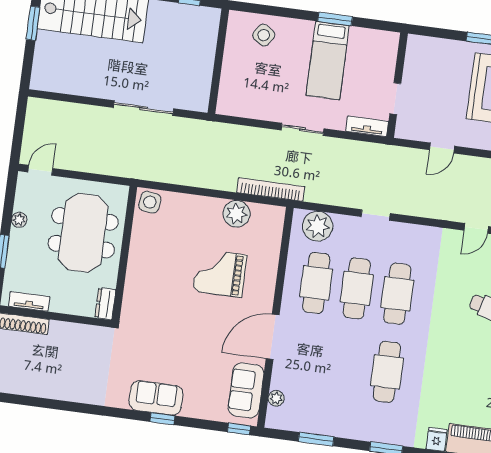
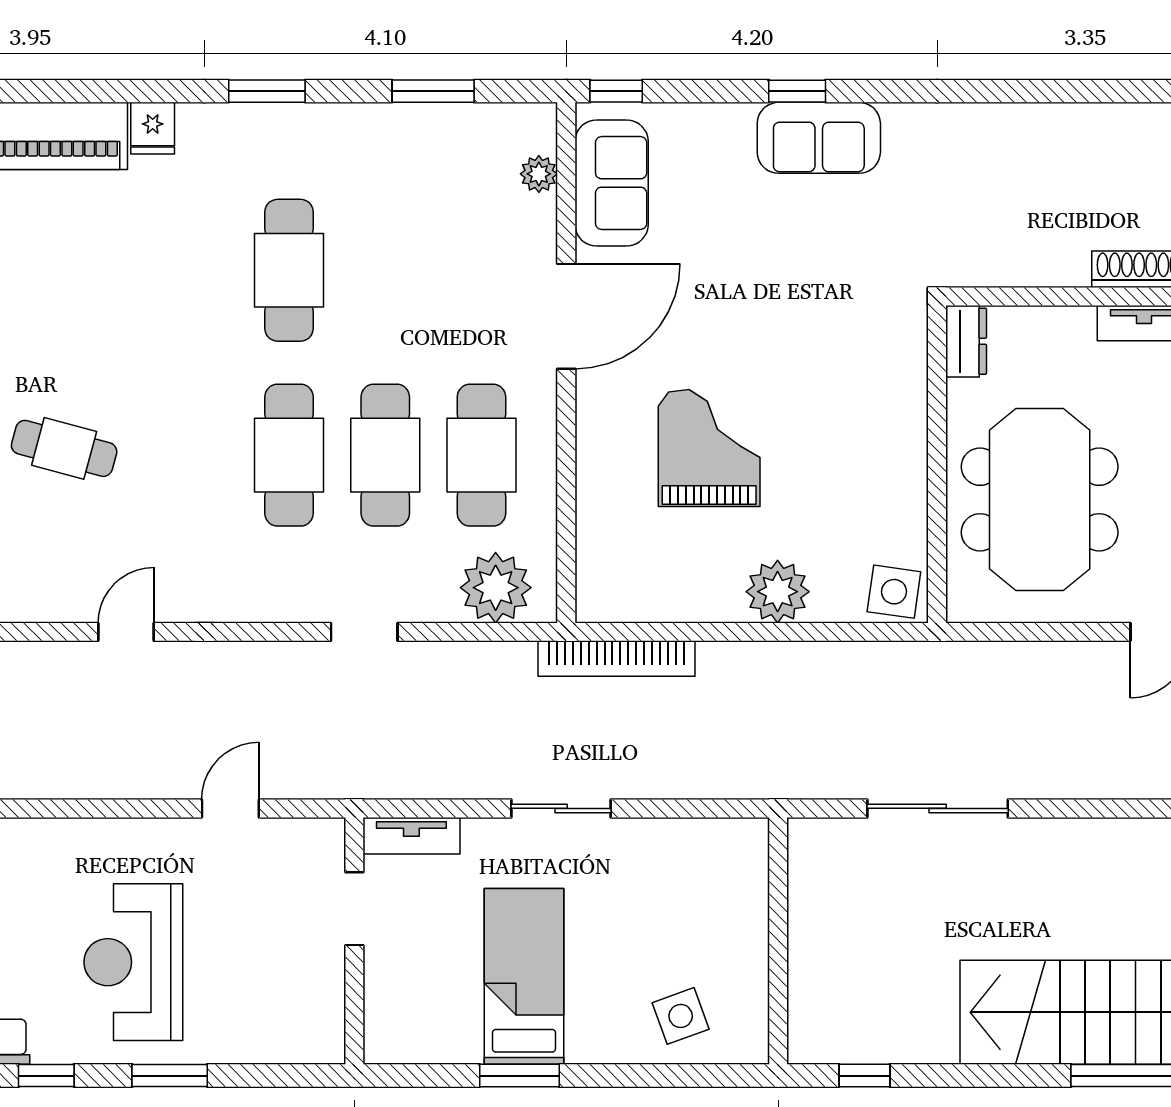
side table: (264, 35) -> (681, 1016), turned 35
plant: (237, 214) -> (778, 592), moved
grand piano: (220, 273) -> (709, 448), turned -90

